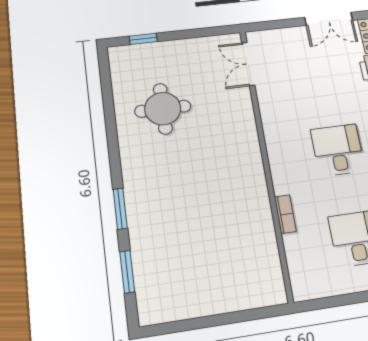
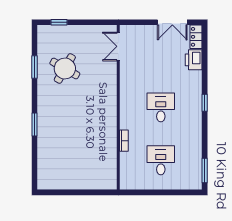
round table: (163, 109) -> (65, 69), turned 30
window: (127, 272) -> (35, 67), moved

